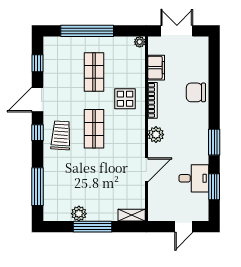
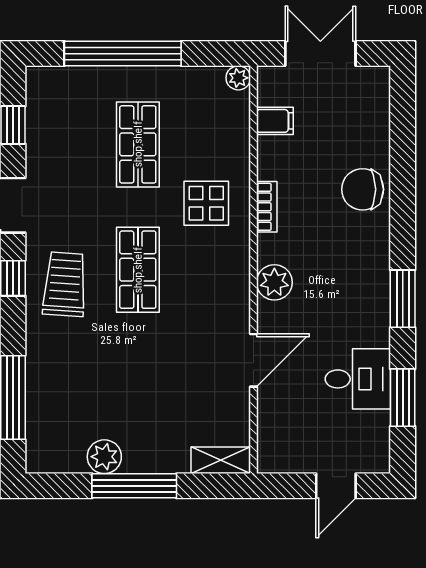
filing cabinet: (156, 68) -> (275, 121), width x0.50
bookcase: (152, 100) -> (267, 207), width x0.64

